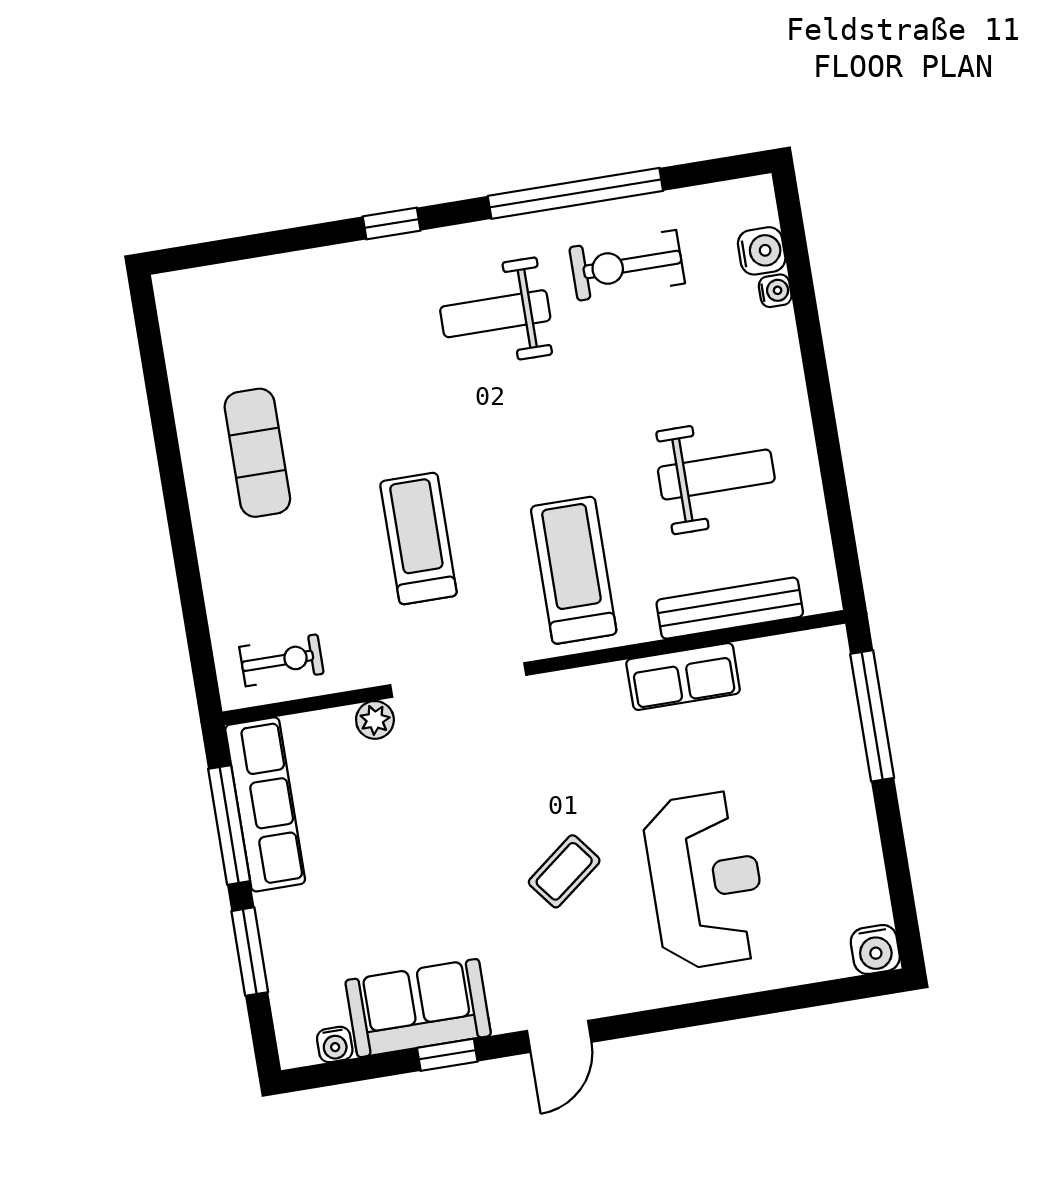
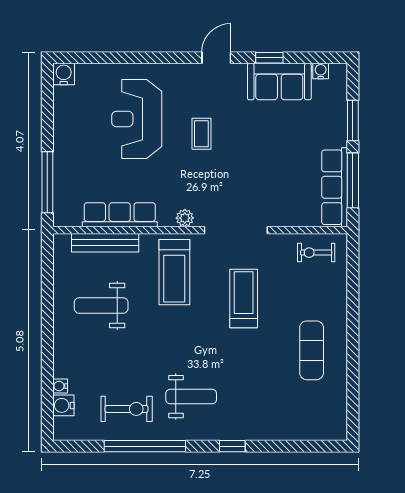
treadmill: (418, 539) -> (244, 298), turned 180
row of seats: (683, 676) -> (120, 215), width x1.48
plant: (375, 720) -> (185, 218), moved
coffee table: (564, 871) -> (201, 134), turned -52

